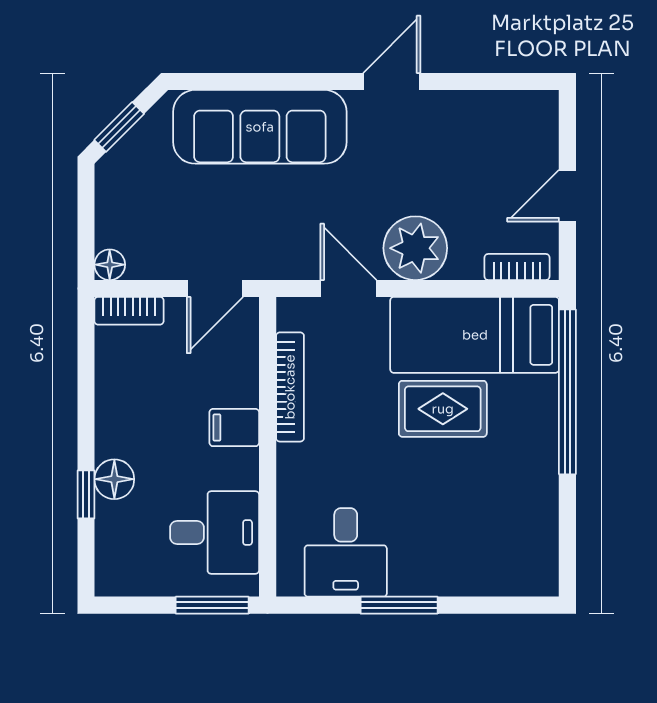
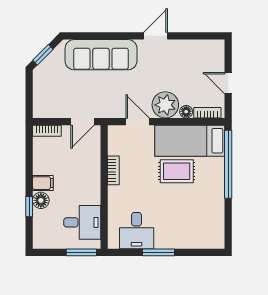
door: (567, 196) -> (228, 83), hinge flipped
floor lamp: (110, 265) -> (186, 112), moved
bookcase: (290, 387) -> (113, 170), width x0.64
filing cabinet: (234, 428) -> (43, 183), moved, turned 180

